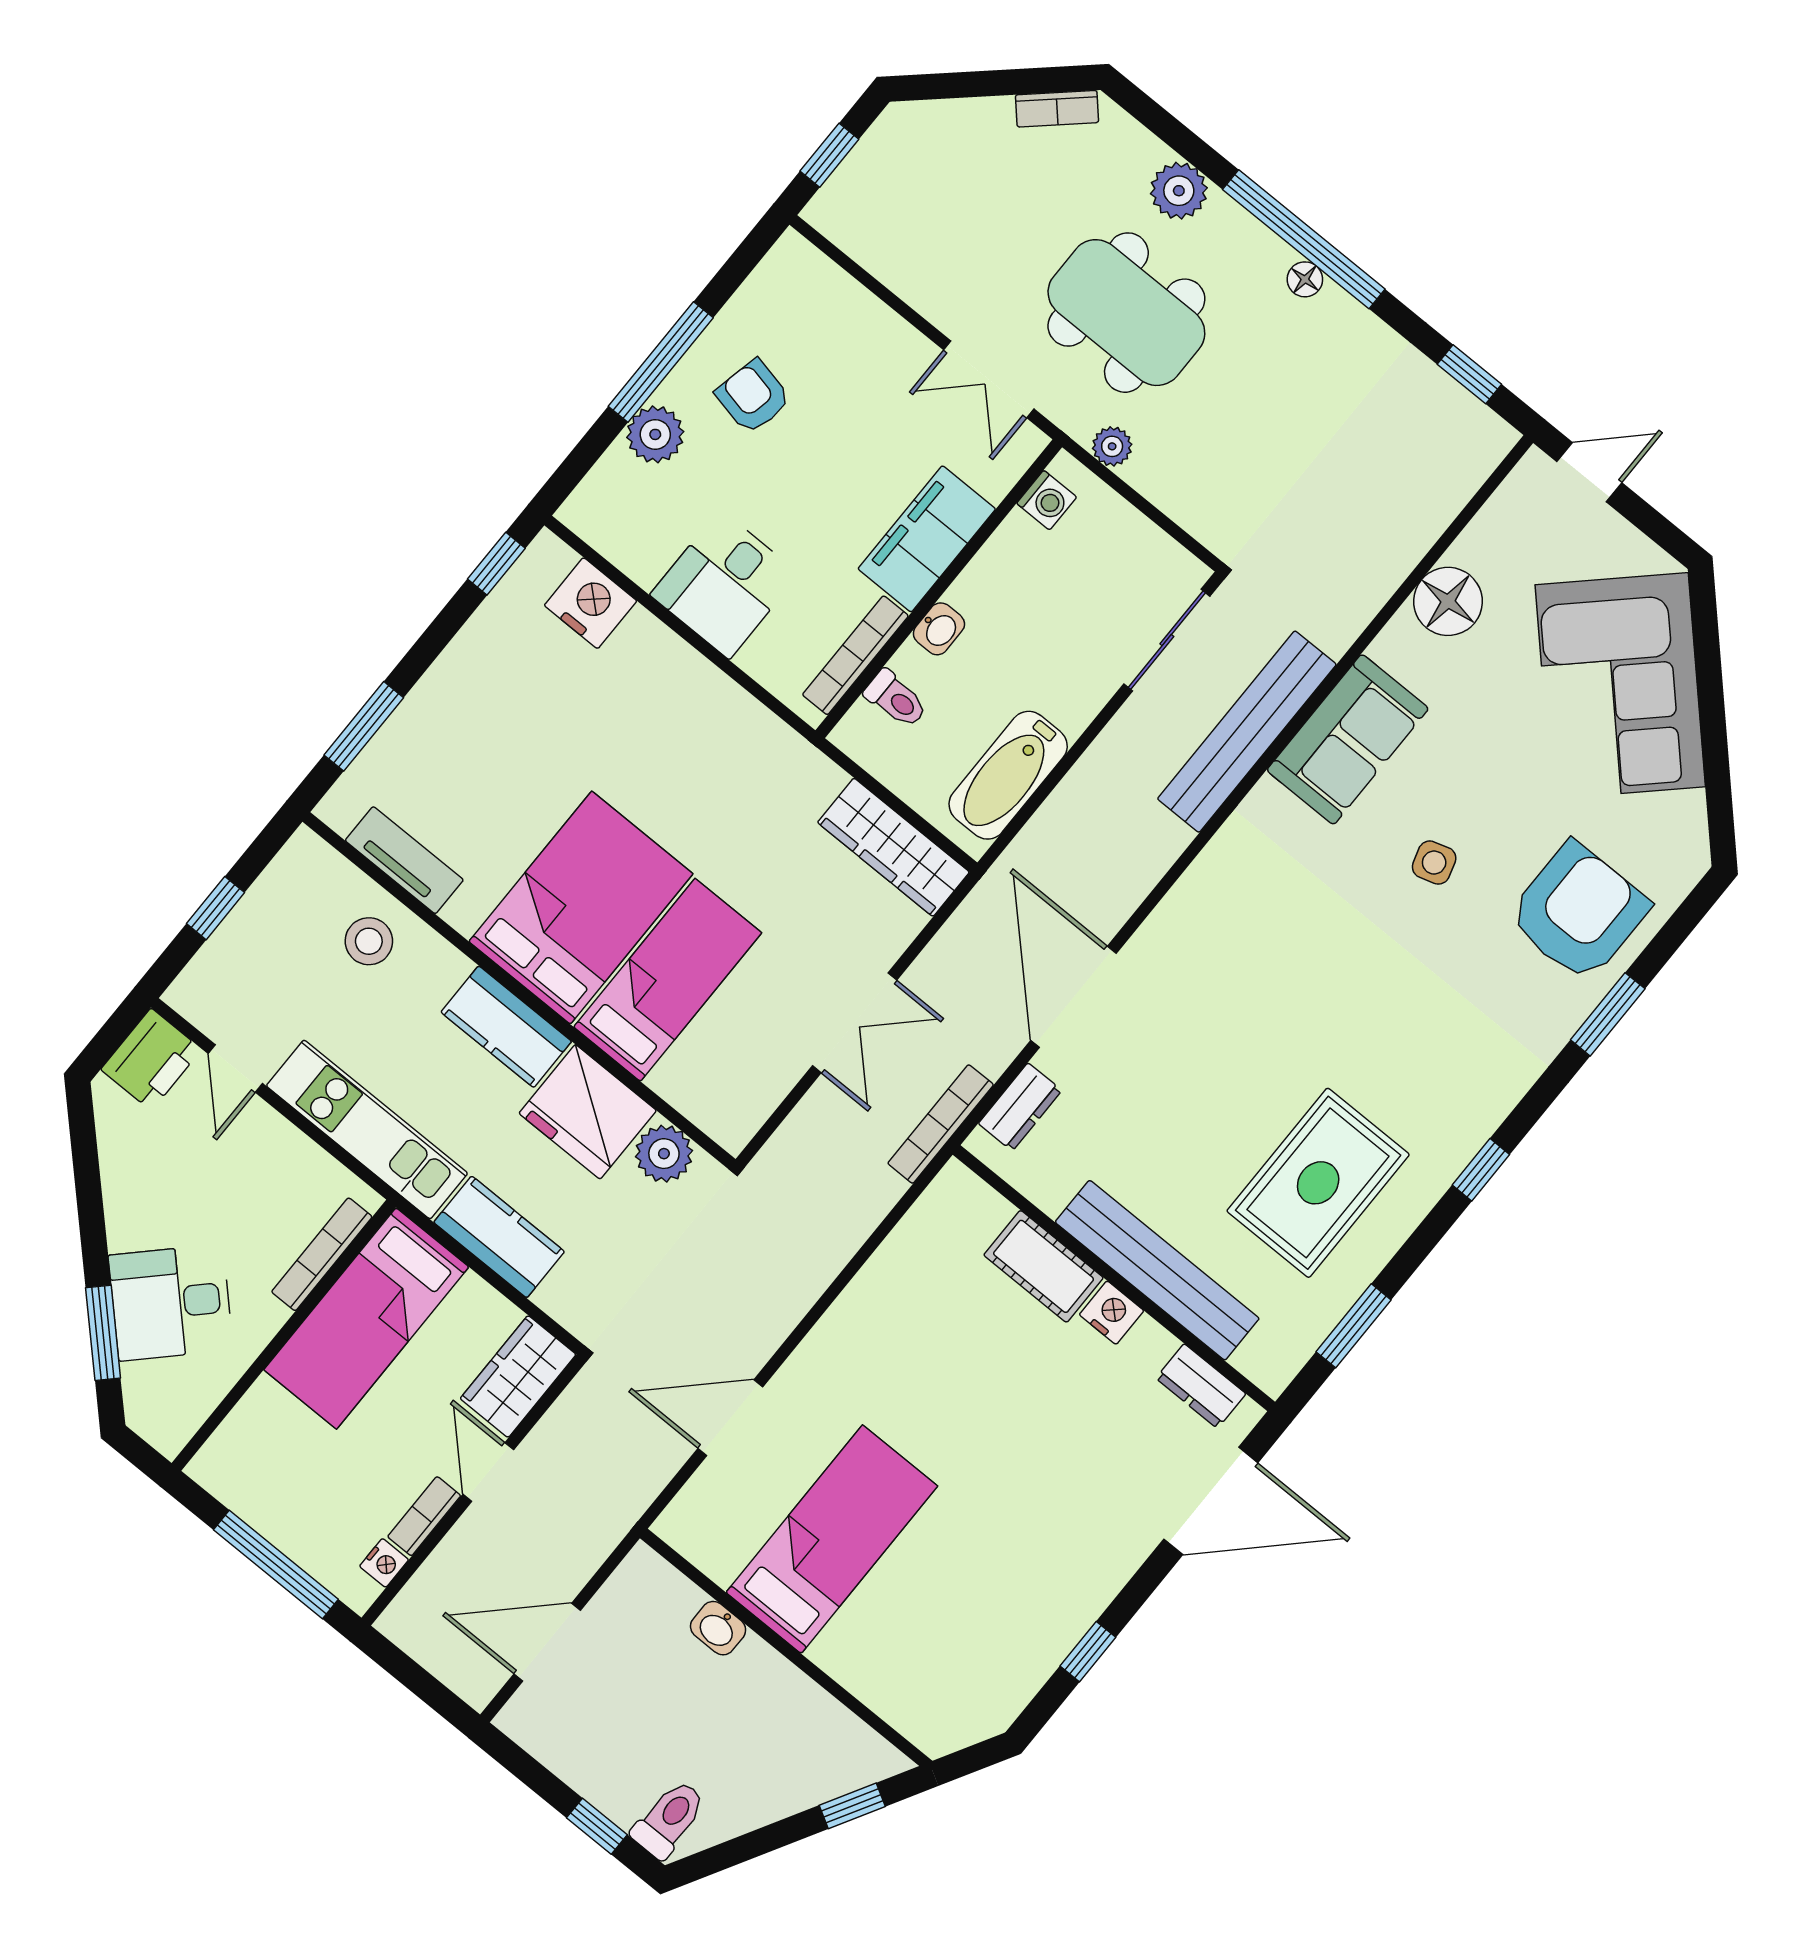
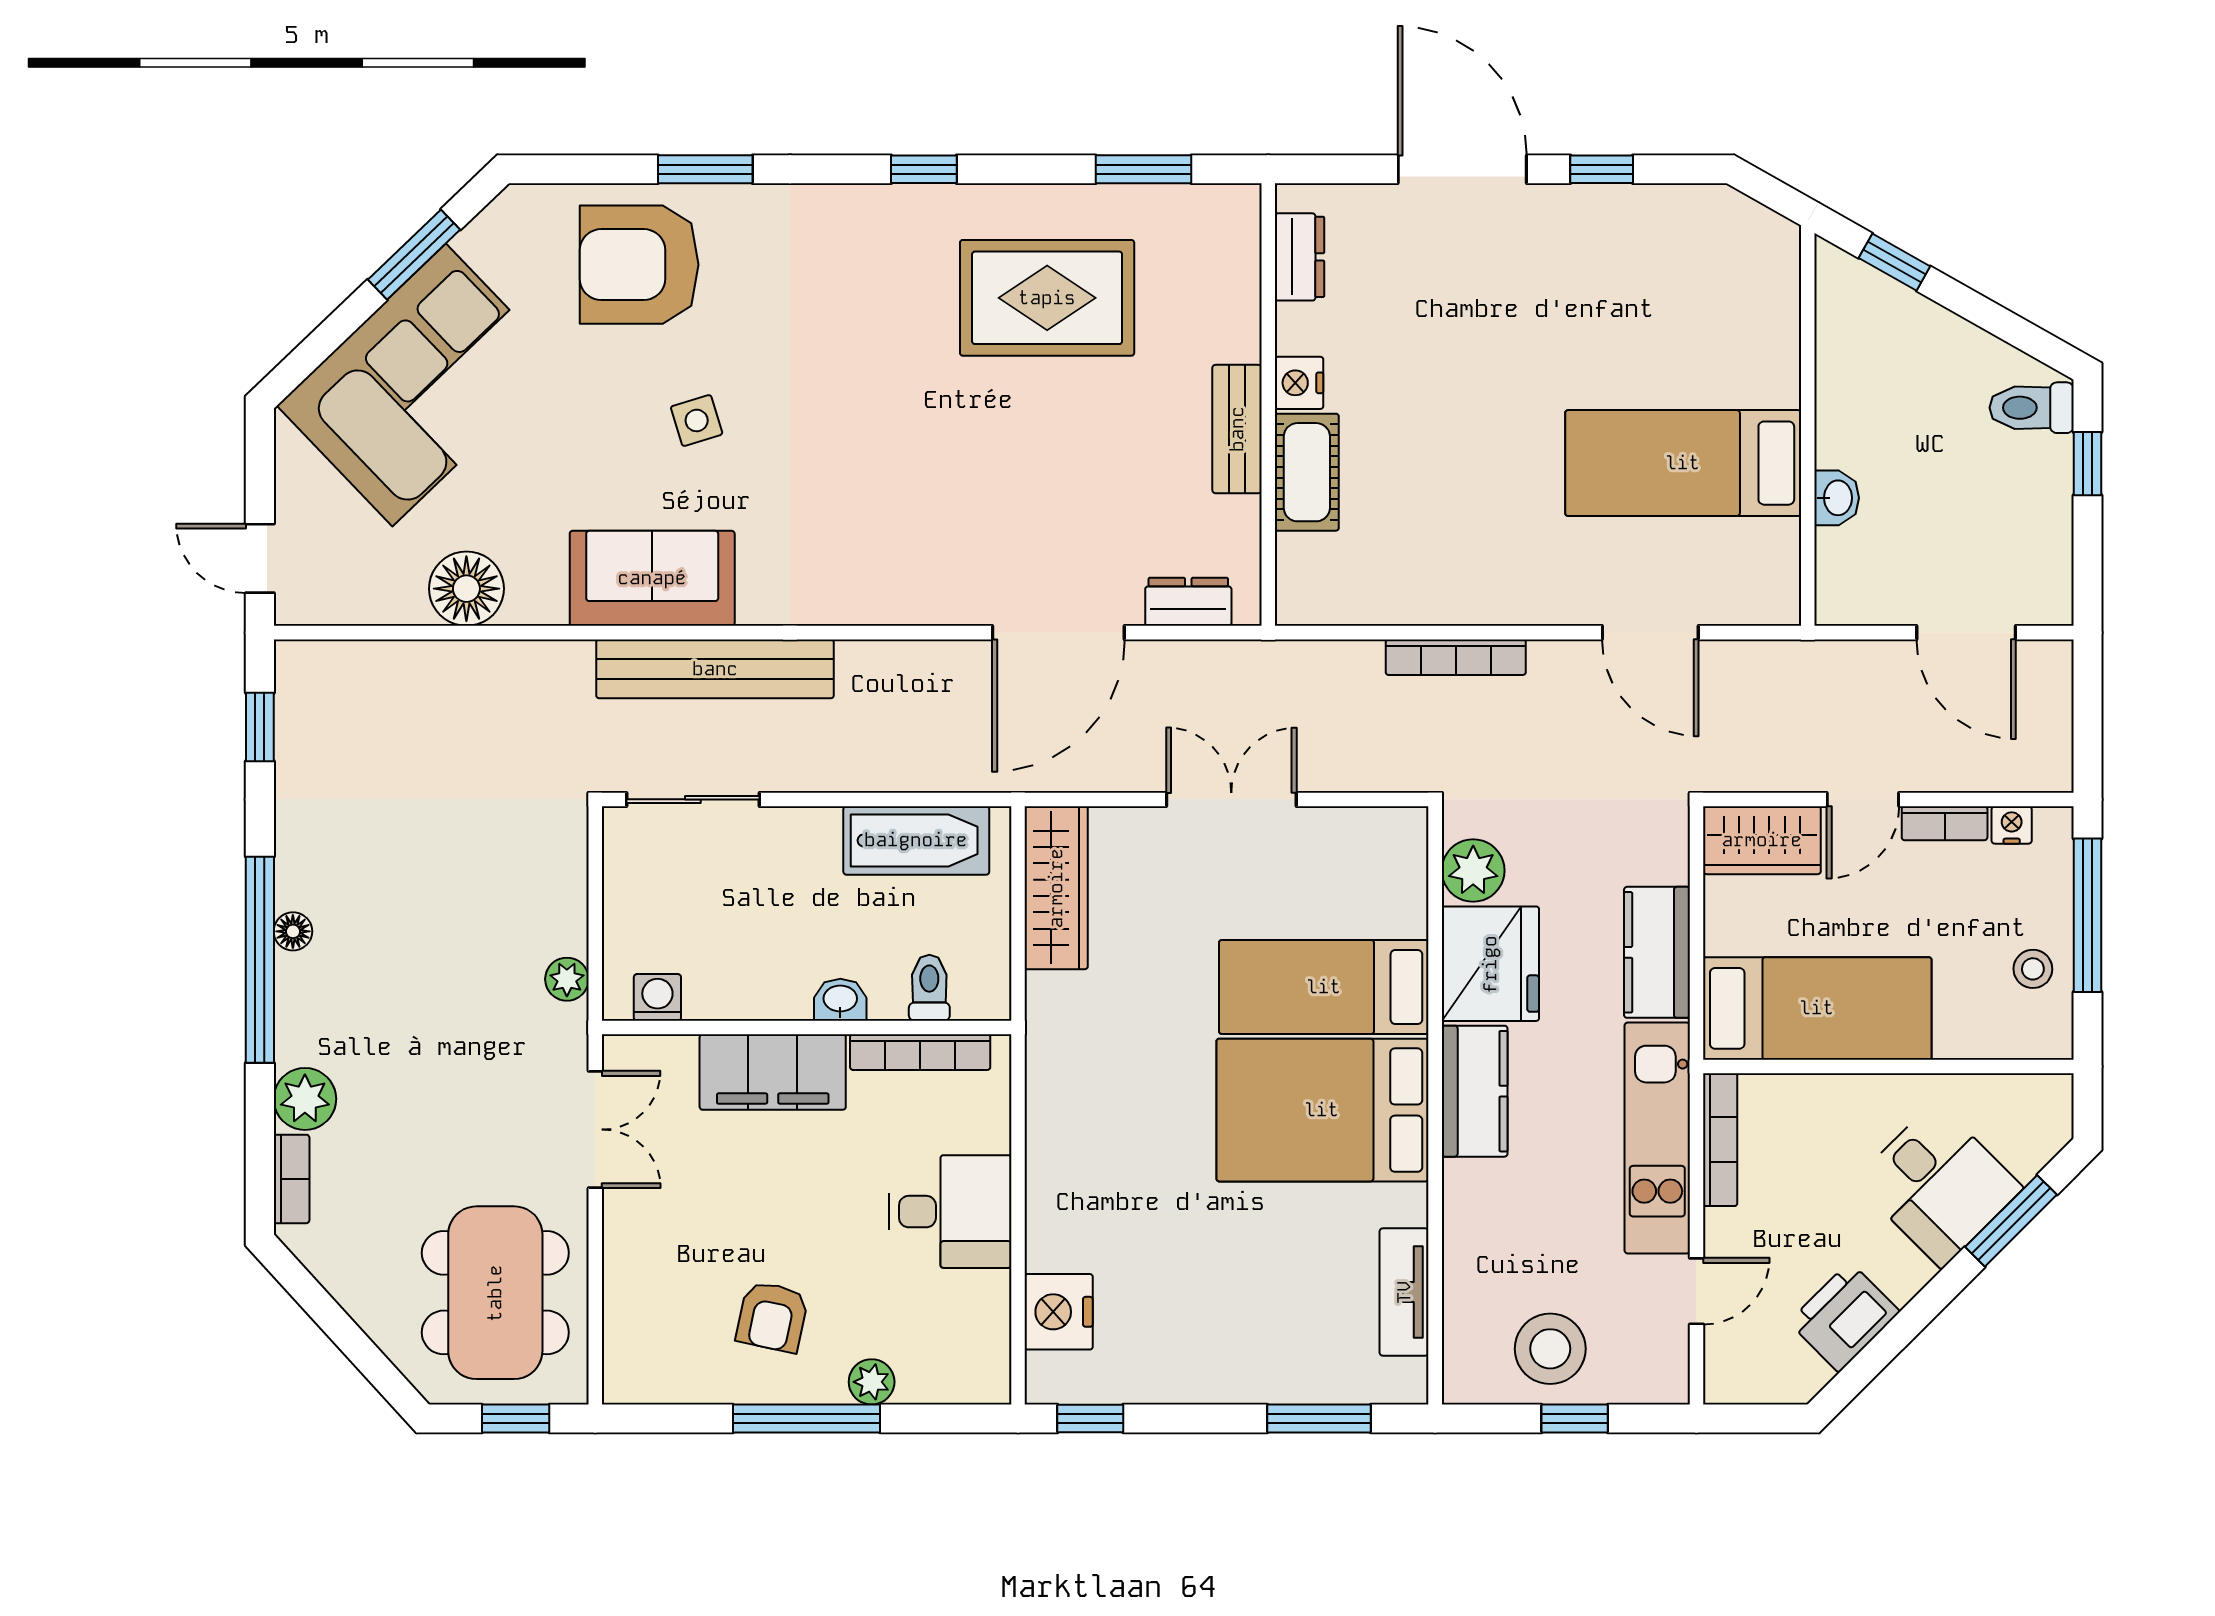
bookcase: (1057, 109) -> (292, 1179), moved, turned 42
dining table: (1126, 313) -> (495, 1293), moved
plant: (655, 434) -> (872, 1382), width x0.73, depth x0.73
window: (1716, 758) -> (414, 255), added
stool: (369, 941) -> (1550, 1349), moved, width x1.38, depth x1.38
printer: (151, 1059) -> (1844, 1317), moved, turned -45
bookcase: (941, 1124) -> (1456, 657), moved
bookcase: (322, 1254) -> (1720, 1140), moved, turned -90
bench: (1157, 1270) -> (1237, 429), width x0.54, depth x0.82
stool: (269, 1495) -> (2033, 969), added
door: (1211, 1501) -> (1462, 169), moved

